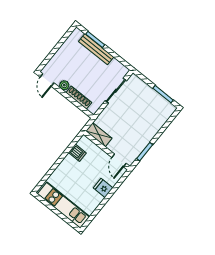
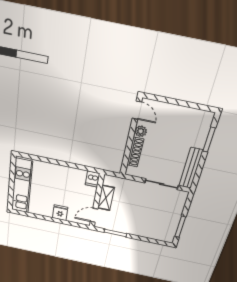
bench: (96, 49) -> (191, 168), moved
door: (47, 80) -> (137, 110), swing flipped
shelving: (99, 135) -> (106, 198), moved
dishwasher: (77, 153) -> (93, 179), moved

